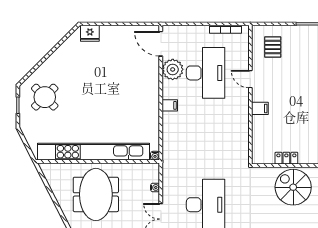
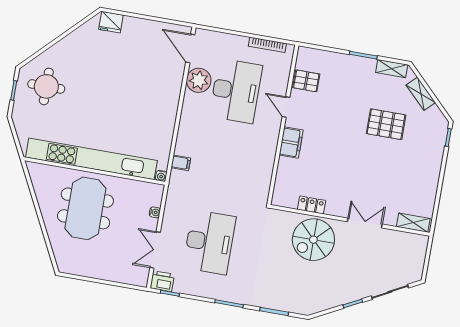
pallet: (273, 47) -> (306, 81), moved, turned 90
round table: (45, 97) -> (46, 86), turned 45
filing cabinet: (170, 105) -> (181, 163), moved
filing cabinet: (260, 108) -> (291, 143), width x2.00
spiral stairs: (293, 187) -> (313, 240), turned -90

